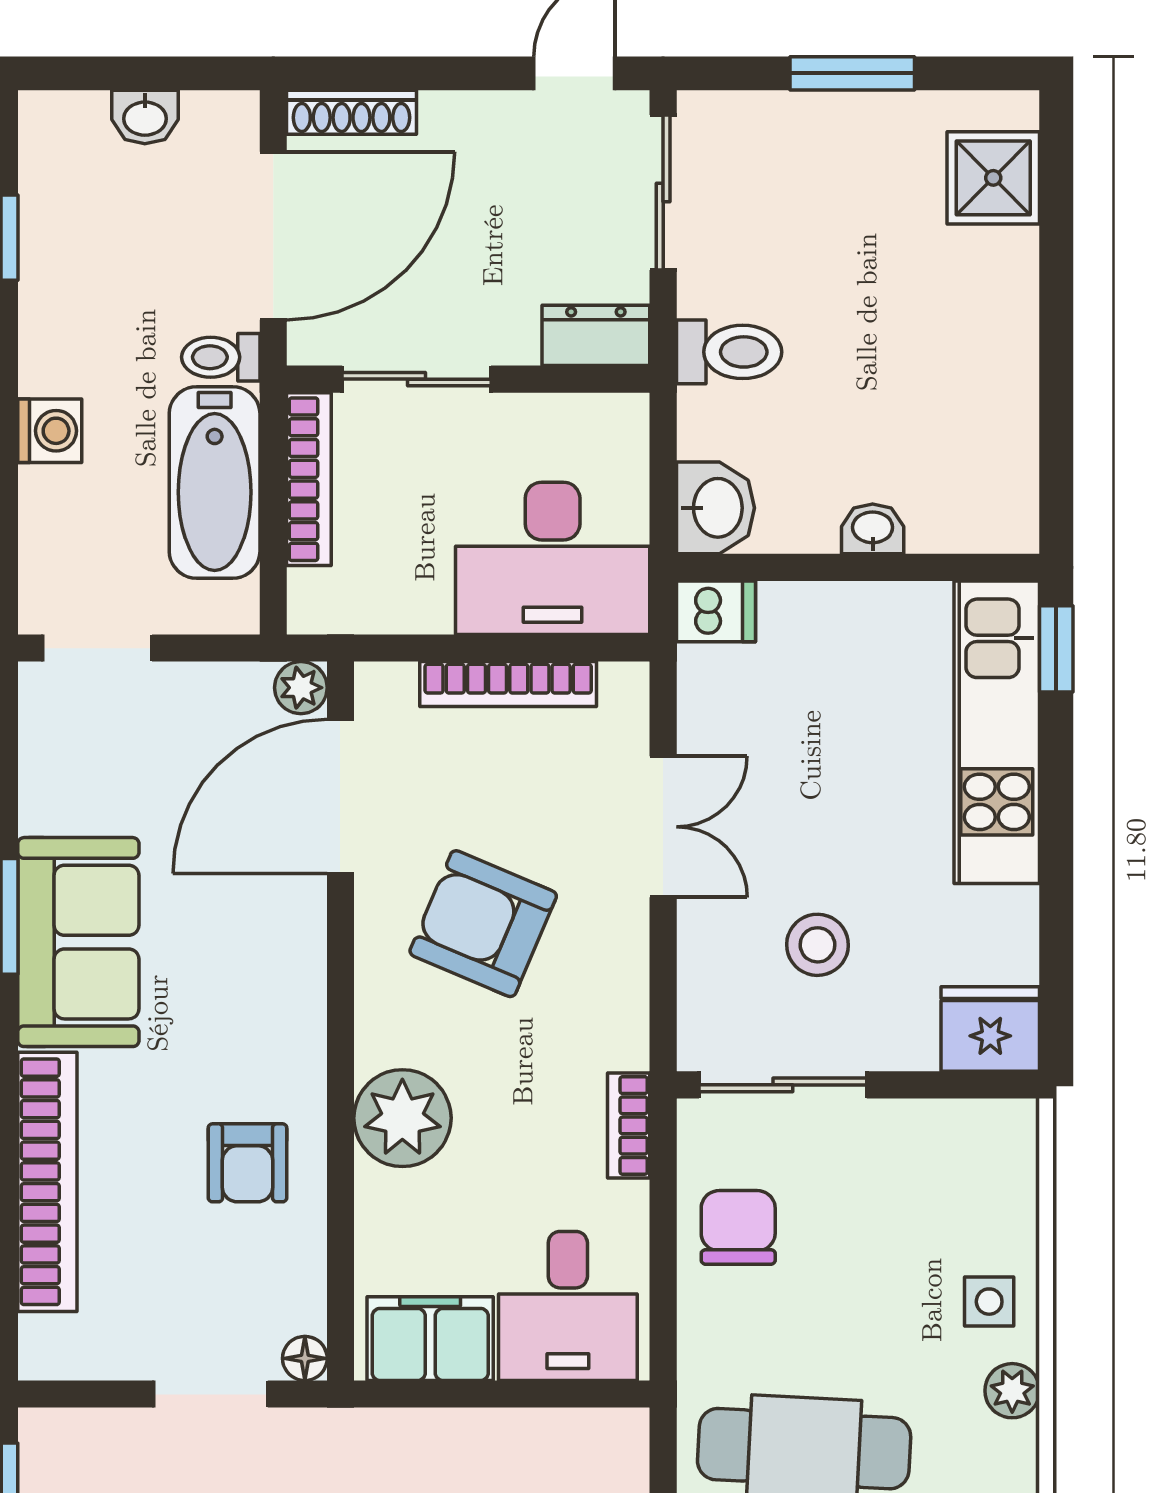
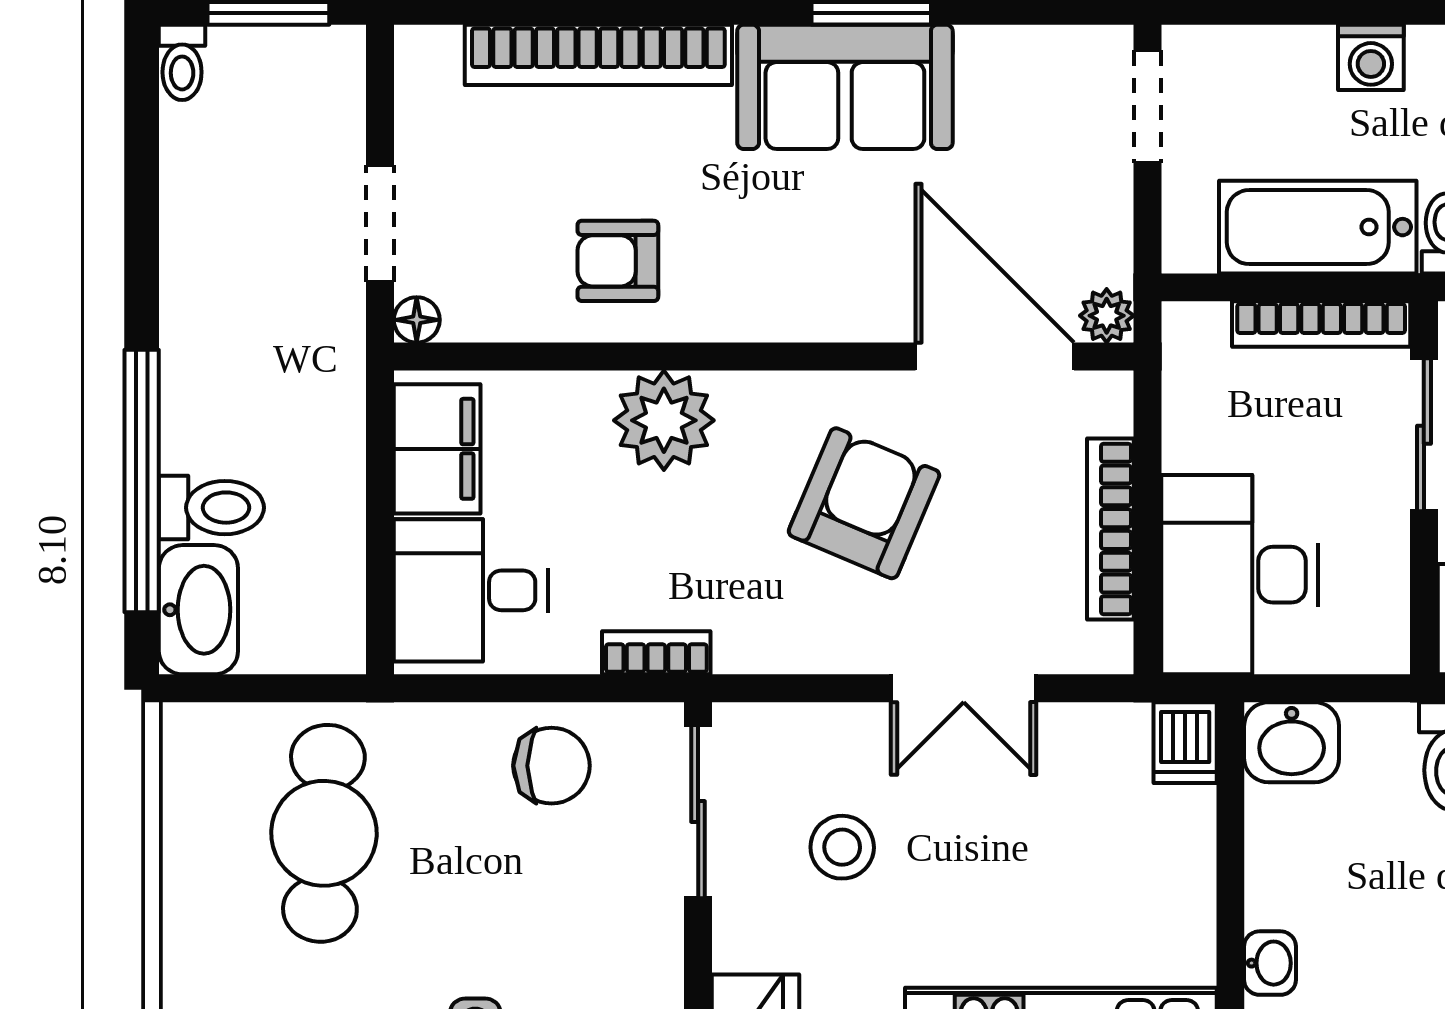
washbasin: (873, 529) -> (1270, 963), moved

